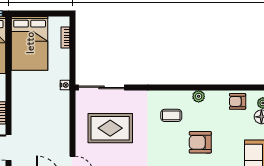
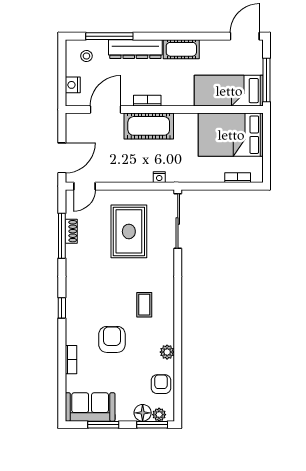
nightstand: (65, 85) -> (159, 177), moved
plant: (199, 96) -> (167, 352), moved
cot: (22, 112) -> (149, 126), added

